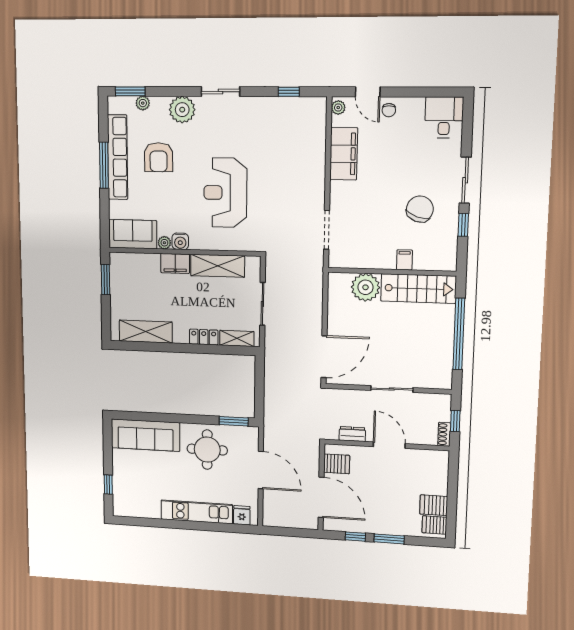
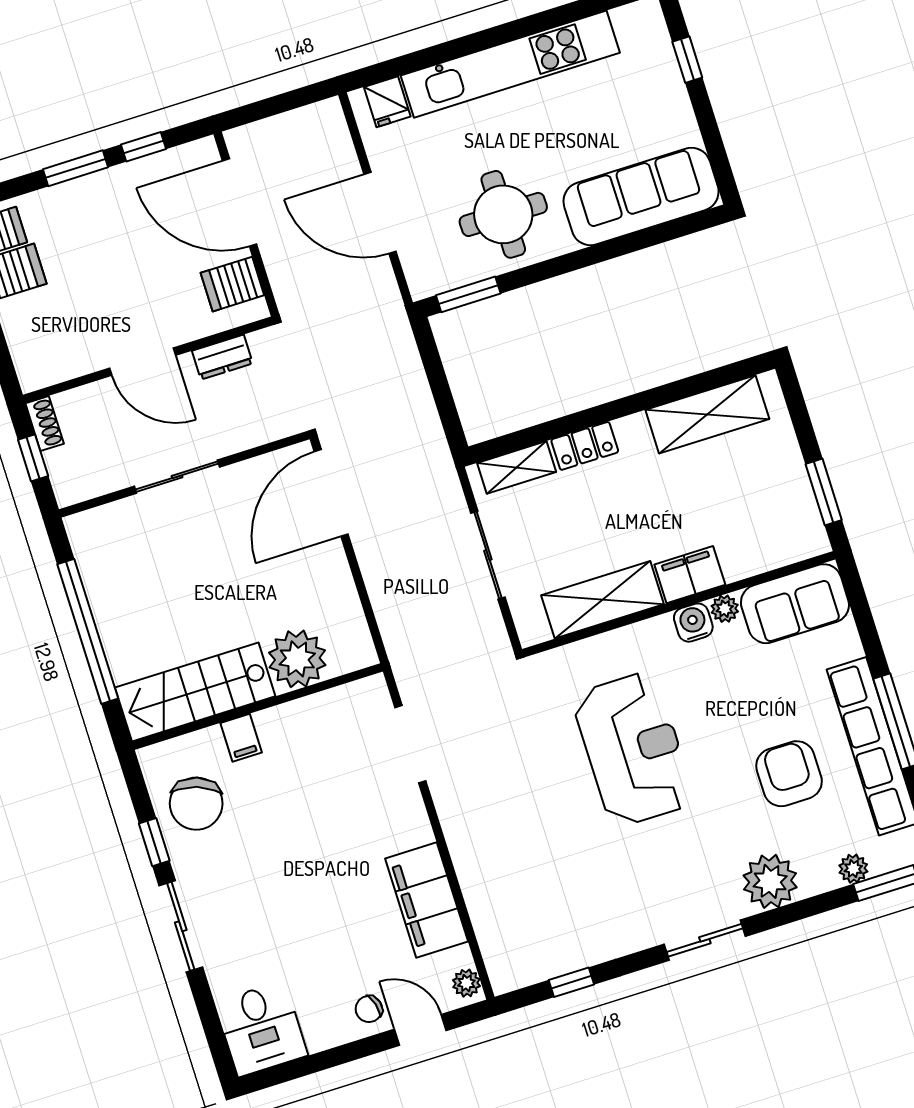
chair: (389, 110) -> (369, 1009), turned -105
chair: (420, 209) -> (196, 804), moved
kitchen unit: (197, 512) -> (510, 64), width x1.36

